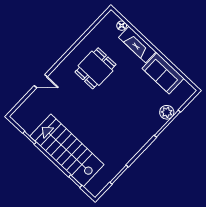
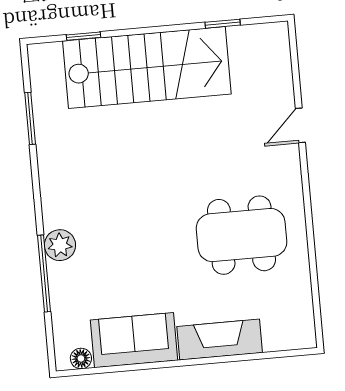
floor lamp: (122, 26) -> (81, 358), moved
dining table: (95, 68) -> (242, 235), width x1.38
plant: (167, 112) -> (60, 245), moved

